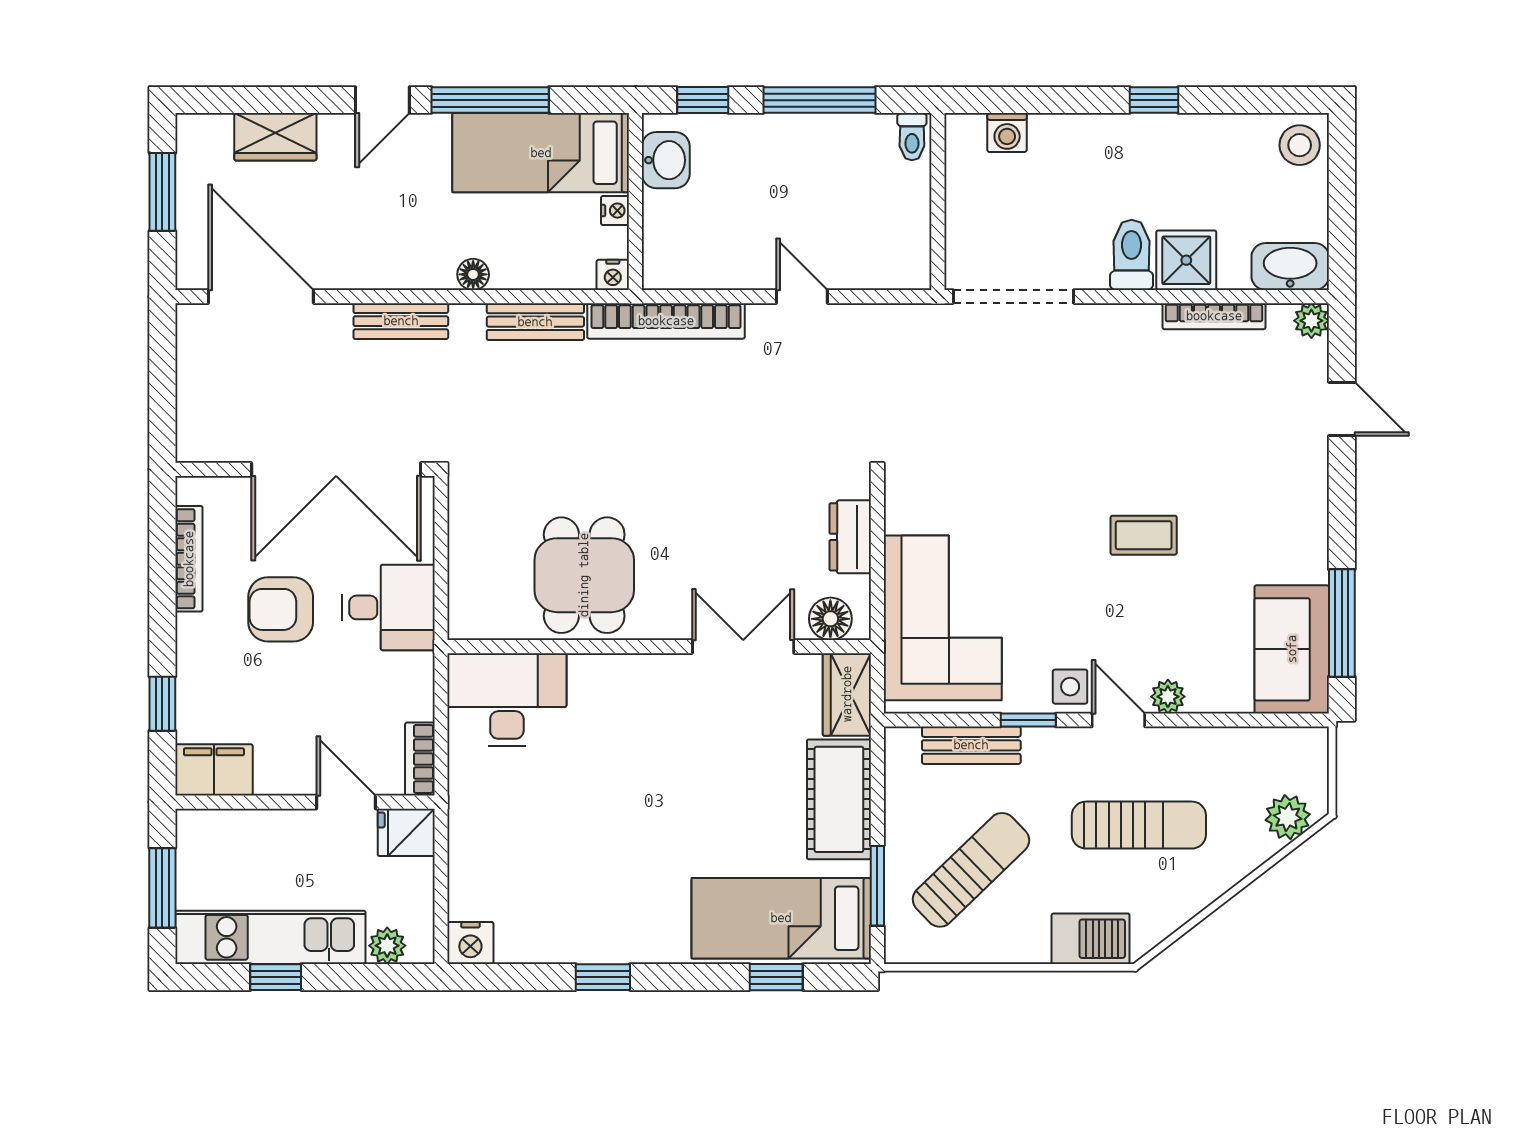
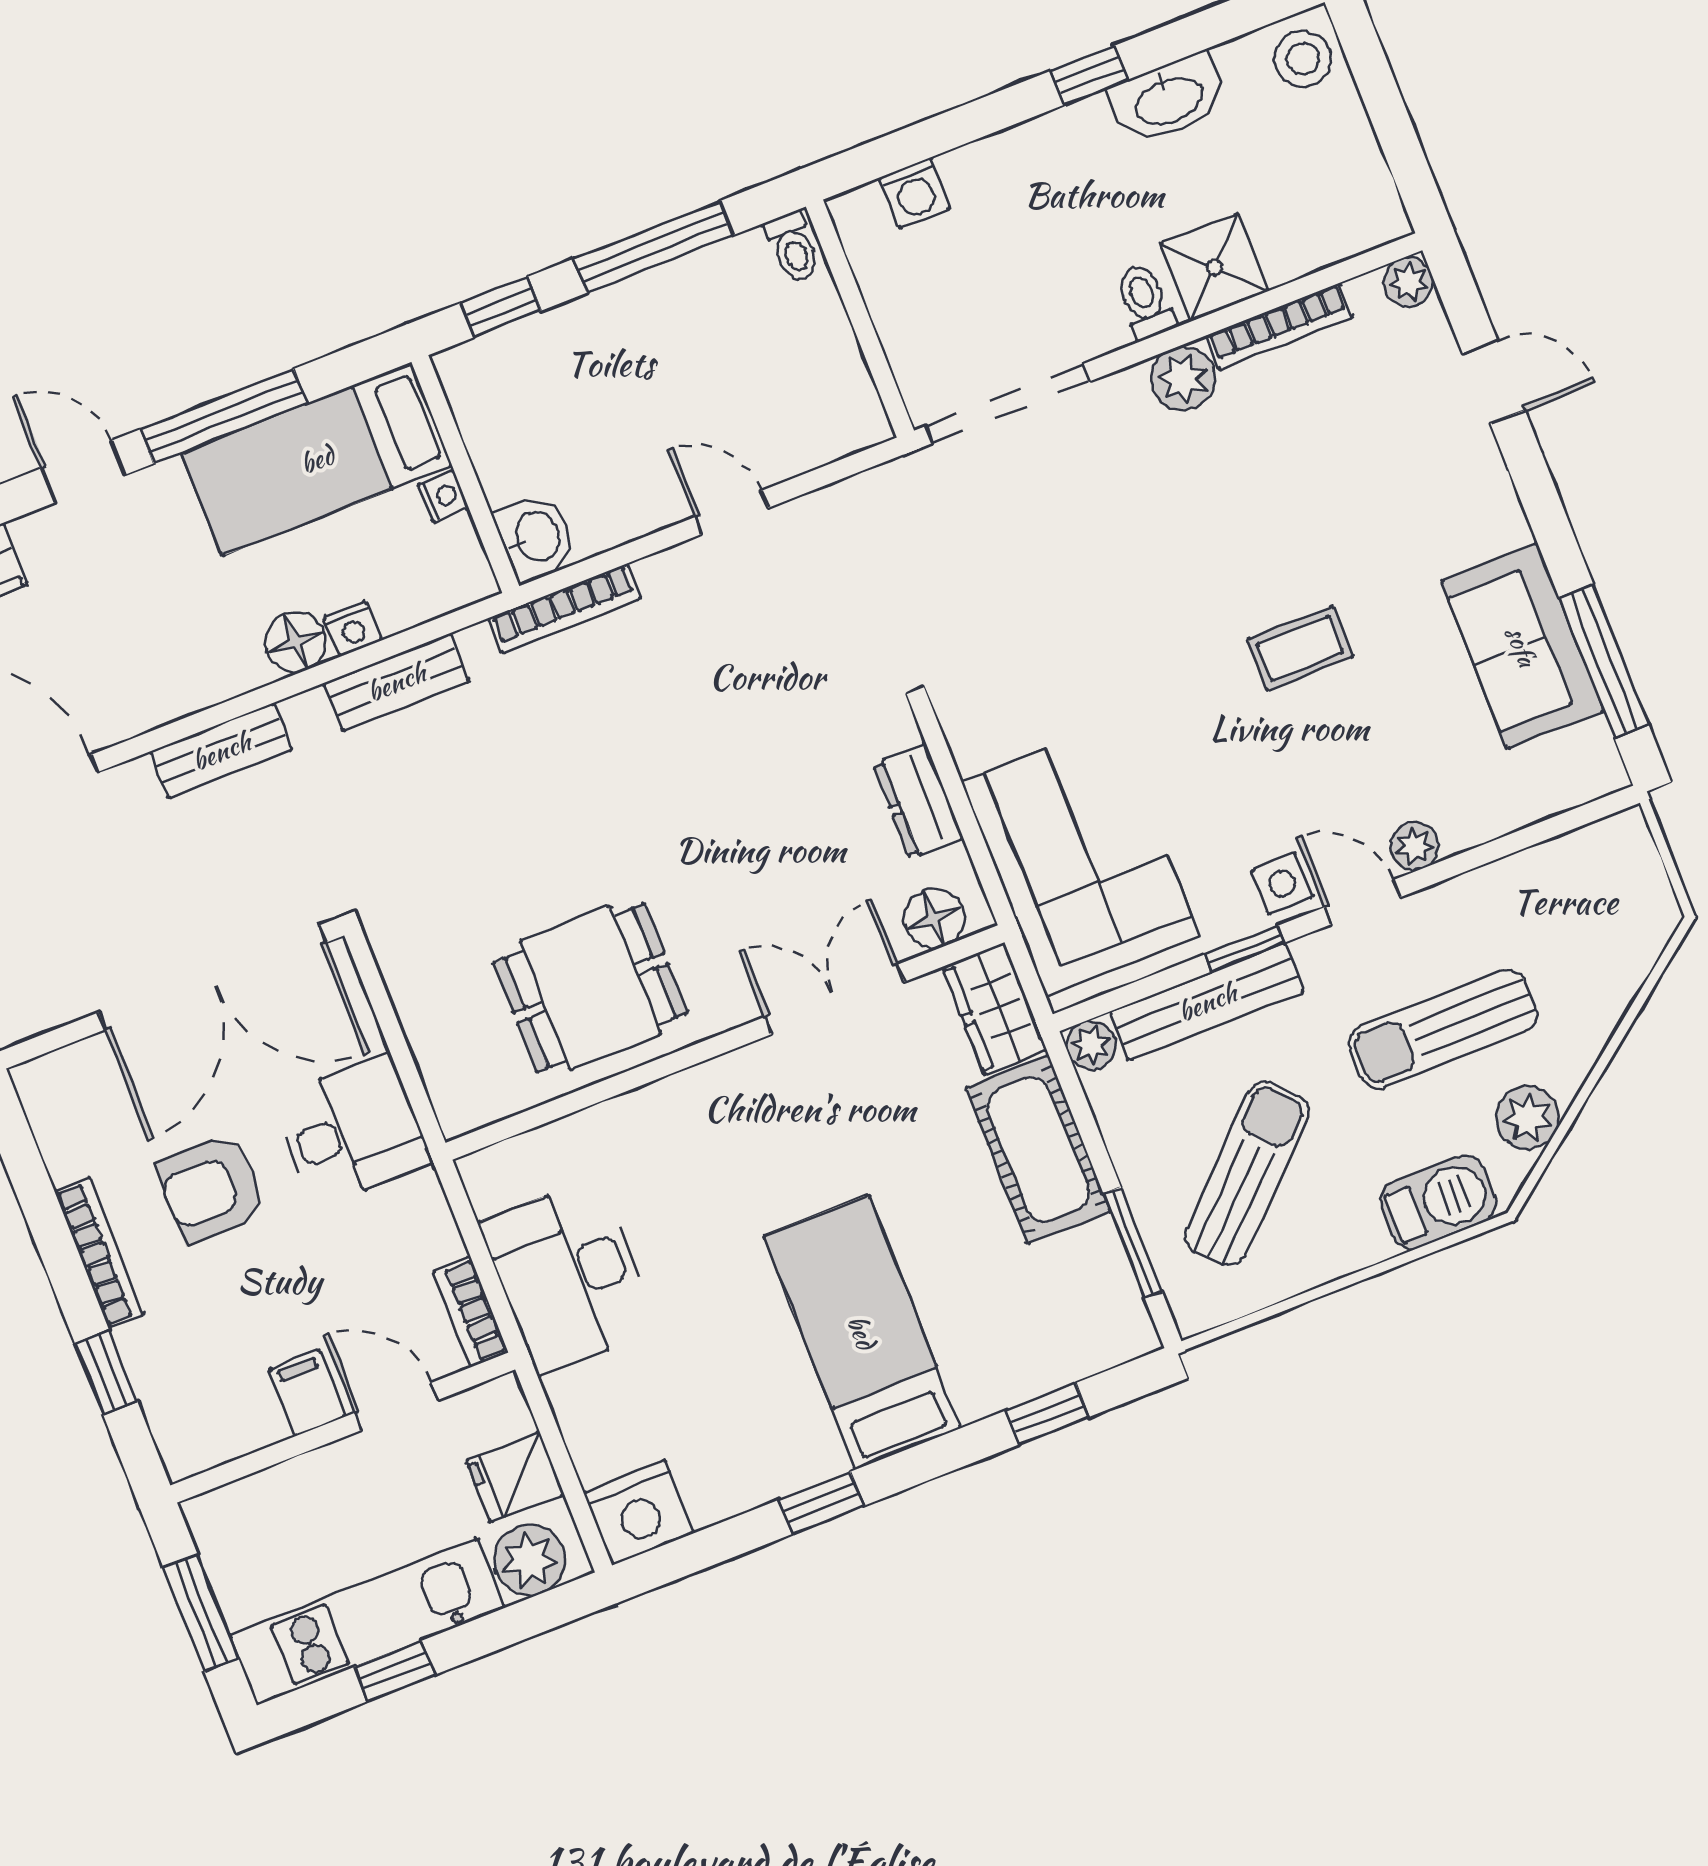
door: (382, 100) -> (83, 472), swing flipped
washbasin: (666, 160) -> (536, 537), moved
toilet: (1132, 255) -> (1145, 301), width x0.73, depth x0.72
washbasin: (1290, 267) -> (1169, 99), moved, turned 180
floor lamp: (473, 274) -> (296, 642), width x1.37, depth x1.37
nightstand: (613, 275) -> (352, 629), moved
bookcase: (666, 321) -> (564, 609), width x0.68, depth x0.76
plant: (1137, 326) -> (1183, 378), added
bookcase: (189, 559) -> (99, 1253), moved
dining table: (584, 575) -> (591, 988), turned 90
sofa: (1292, 649) -> (1522, 646), moved
desk: (507, 700) -> (568, 1276), moved, turned -90
plant: (901, 744) -> (1091, 1045), added
bench: (971, 745) -> (1207, 1002), width x1.36
filing cabinet: (214, 770) -> (307, 1393), moved, width x0.50
plant: (1288, 817) -> (1528, 1118), moved
sun lounger: (1139, 825) -> (1443, 1029), turned 180
fridge: (406, 832) -> (515, 1477), moved
bed: (781, 918) -> (862, 1332), moved, turned 90
nightstand: (470, 943) -> (638, 1513), width x1.36, depth x1.33
plant: (387, 946) -> (529, 1560), width x1.38, depth x1.38

